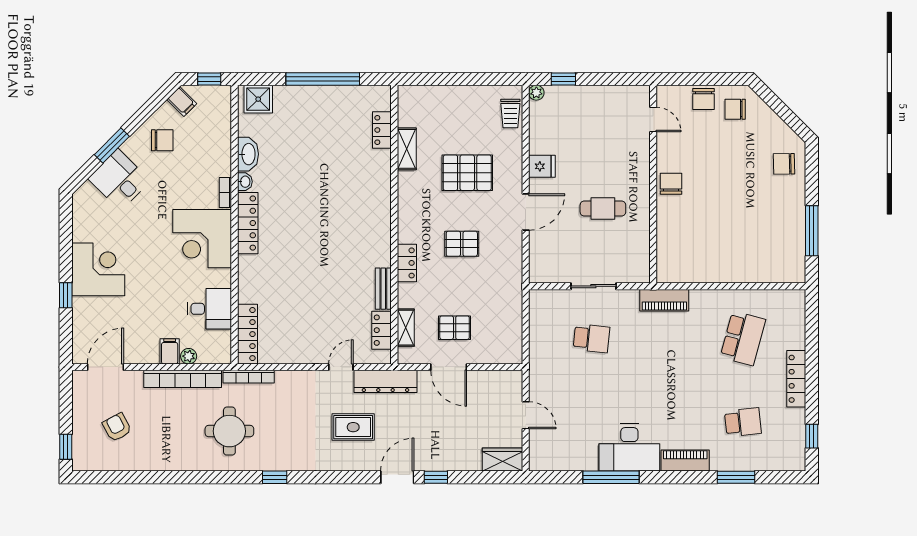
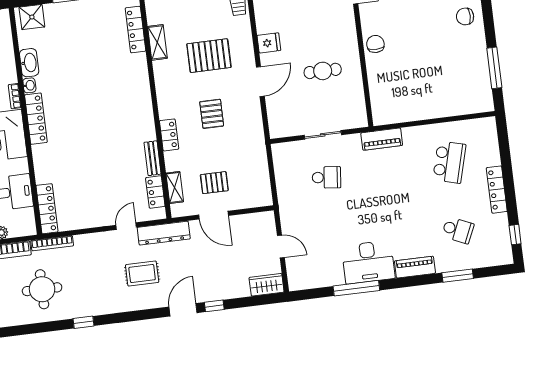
locker: (382, 130) -> (135, 30), width x1.53
pallet: (462, 244) -> (212, 114), turned 90
school desk: (743, 422) -> (458, 230), turned 30

